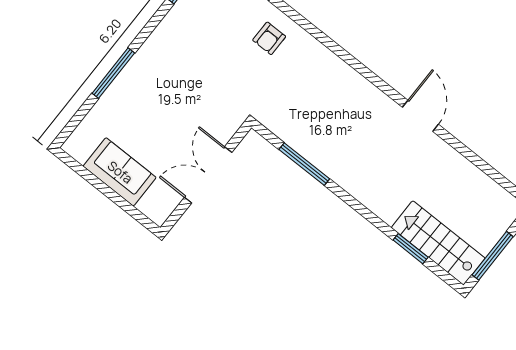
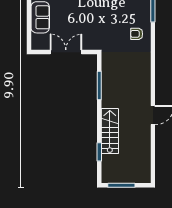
stairs: (438, 243) -> (110, 131), moved

